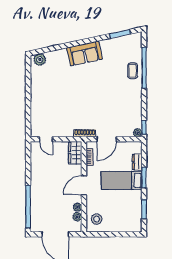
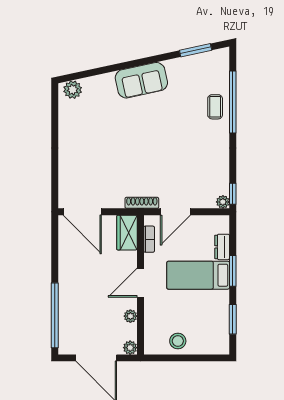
door: (46, 139) -> (82, 212), width x1.87
plant: (77, 217) -> (130, 348), moved
stool: (97, 219) -> (178, 341), moved

